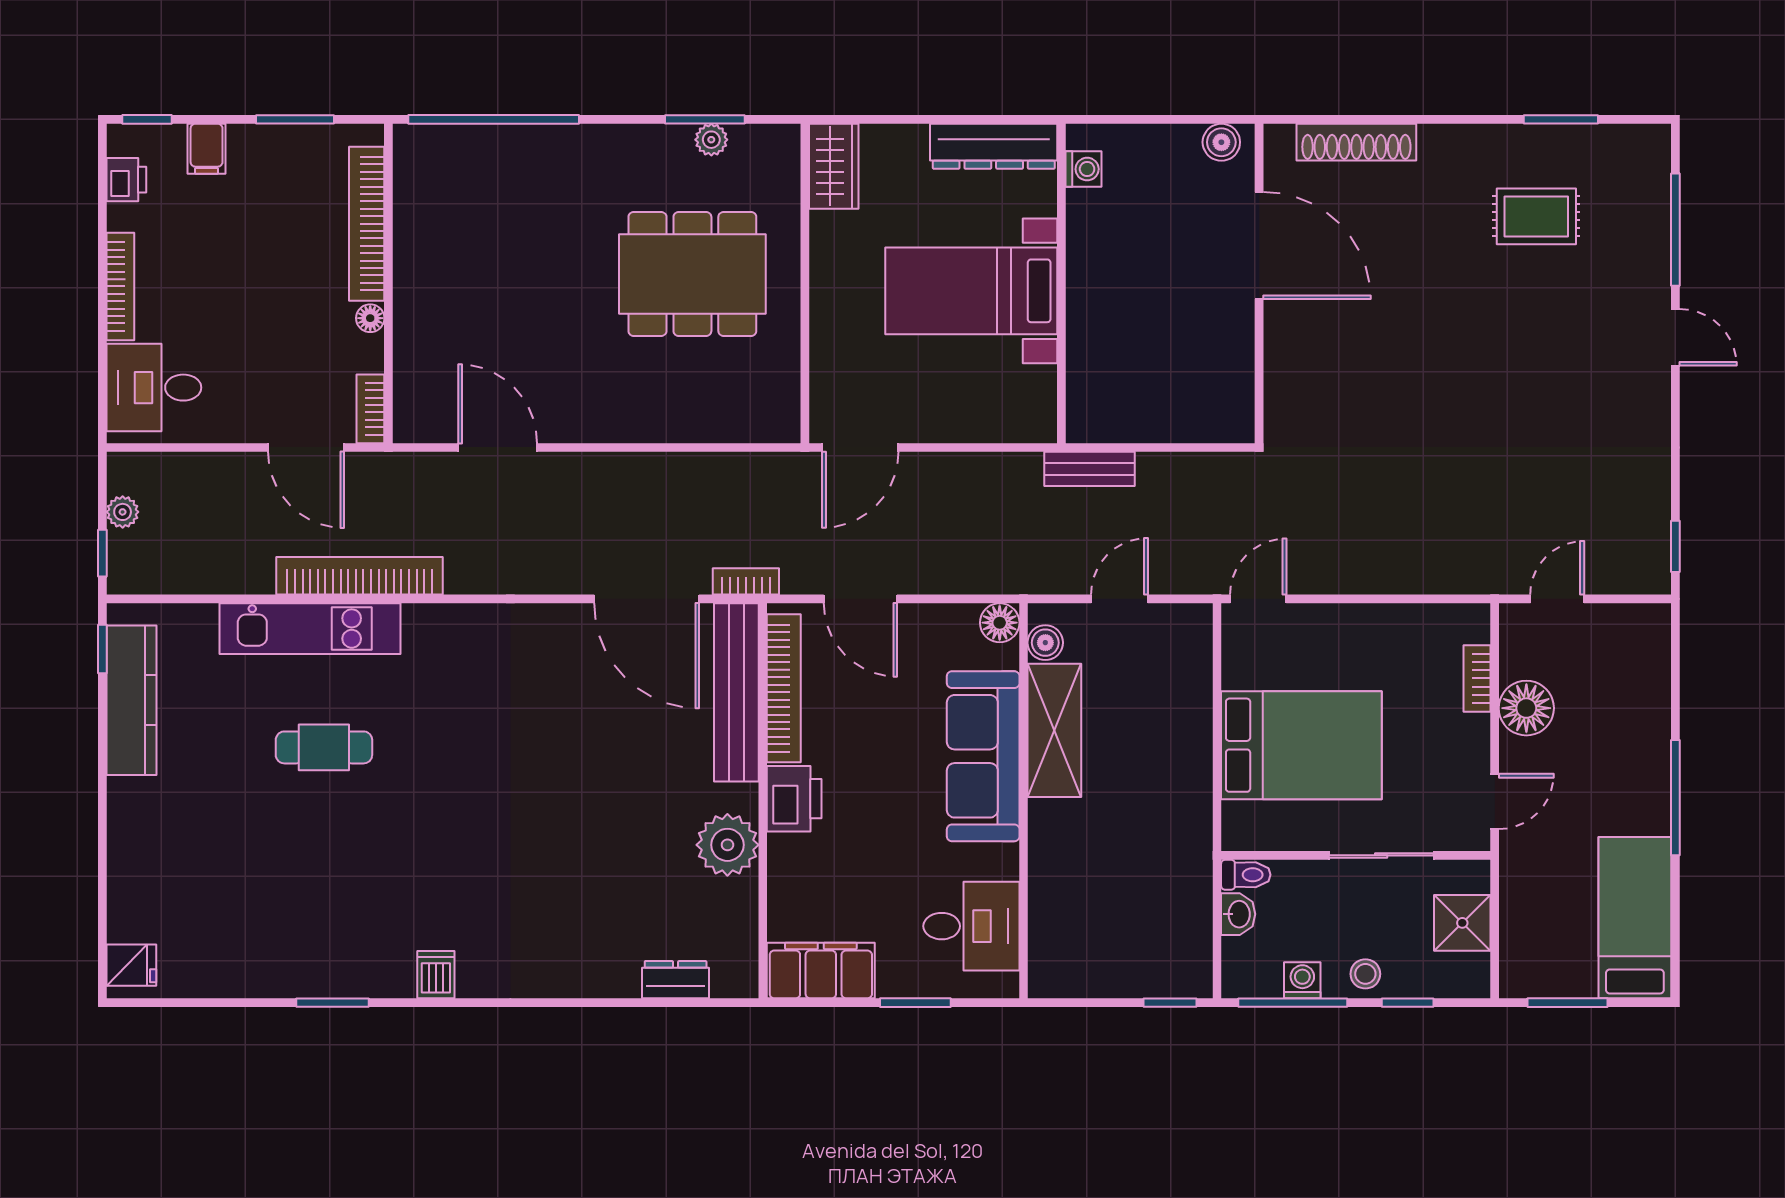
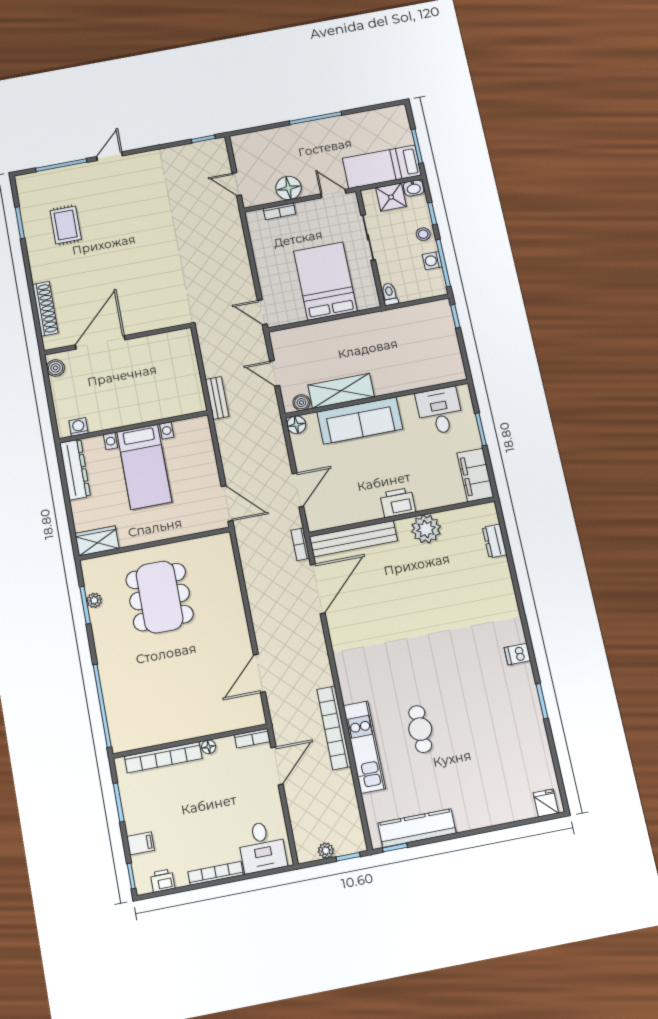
bookcase: (784, 688) -> (347, 517), removed
washbasin: (1238, 914) -> (414, 188), moved, turned 180
bed: (1635, 918) -> (382, 167), moved

